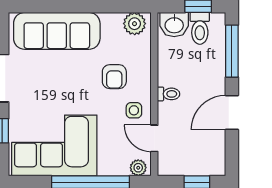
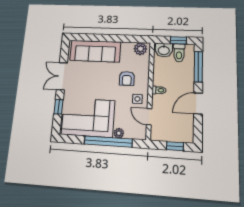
plant: (138, 168) -> (119, 133), moved

